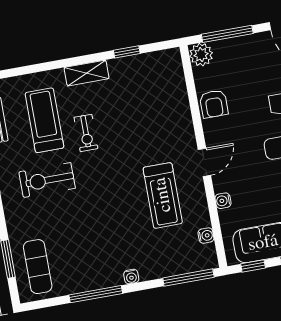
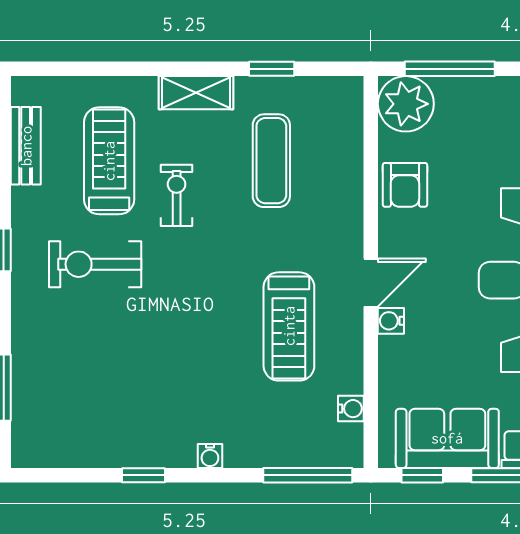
plant: (201, 55) -> (406, 104), width x1.36, depth x1.36
exercise bike: (86, 133) -> (177, 195), turned 180
water cooler: (223, 201) -> (391, 321), moved
exercise mat: (38, 267) -> (271, 161), moved
window: (96, 294) -> (144, 475), width x0.46

